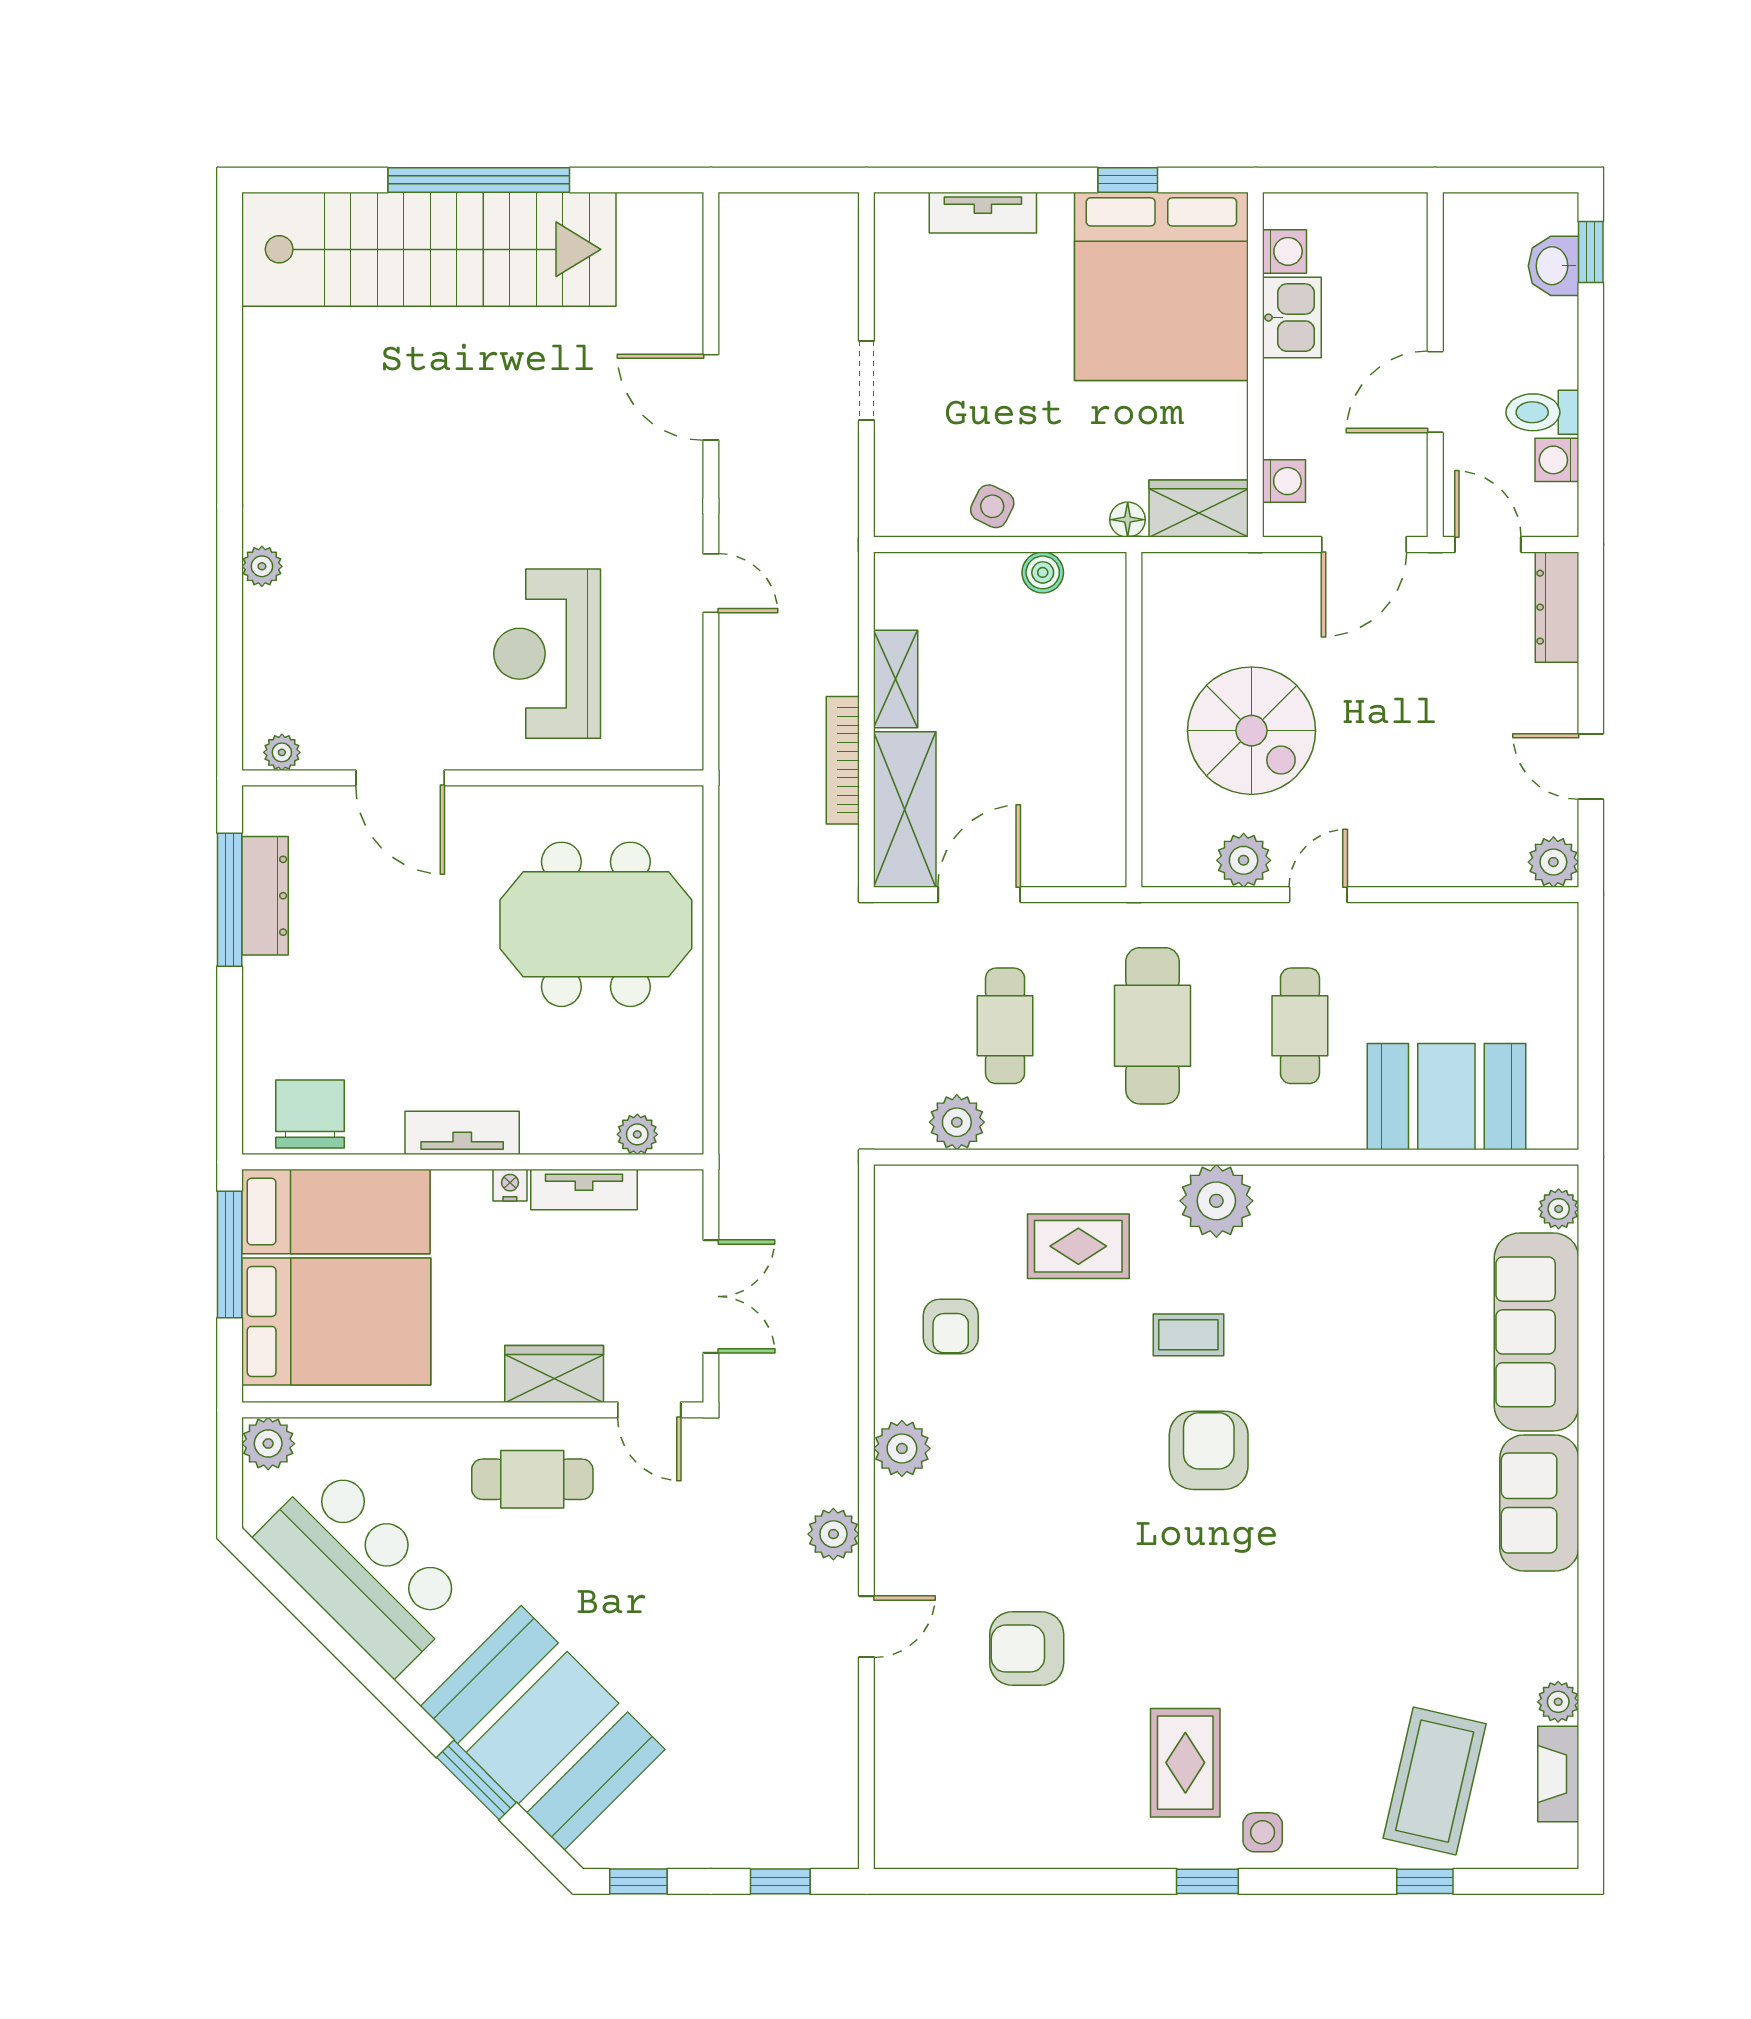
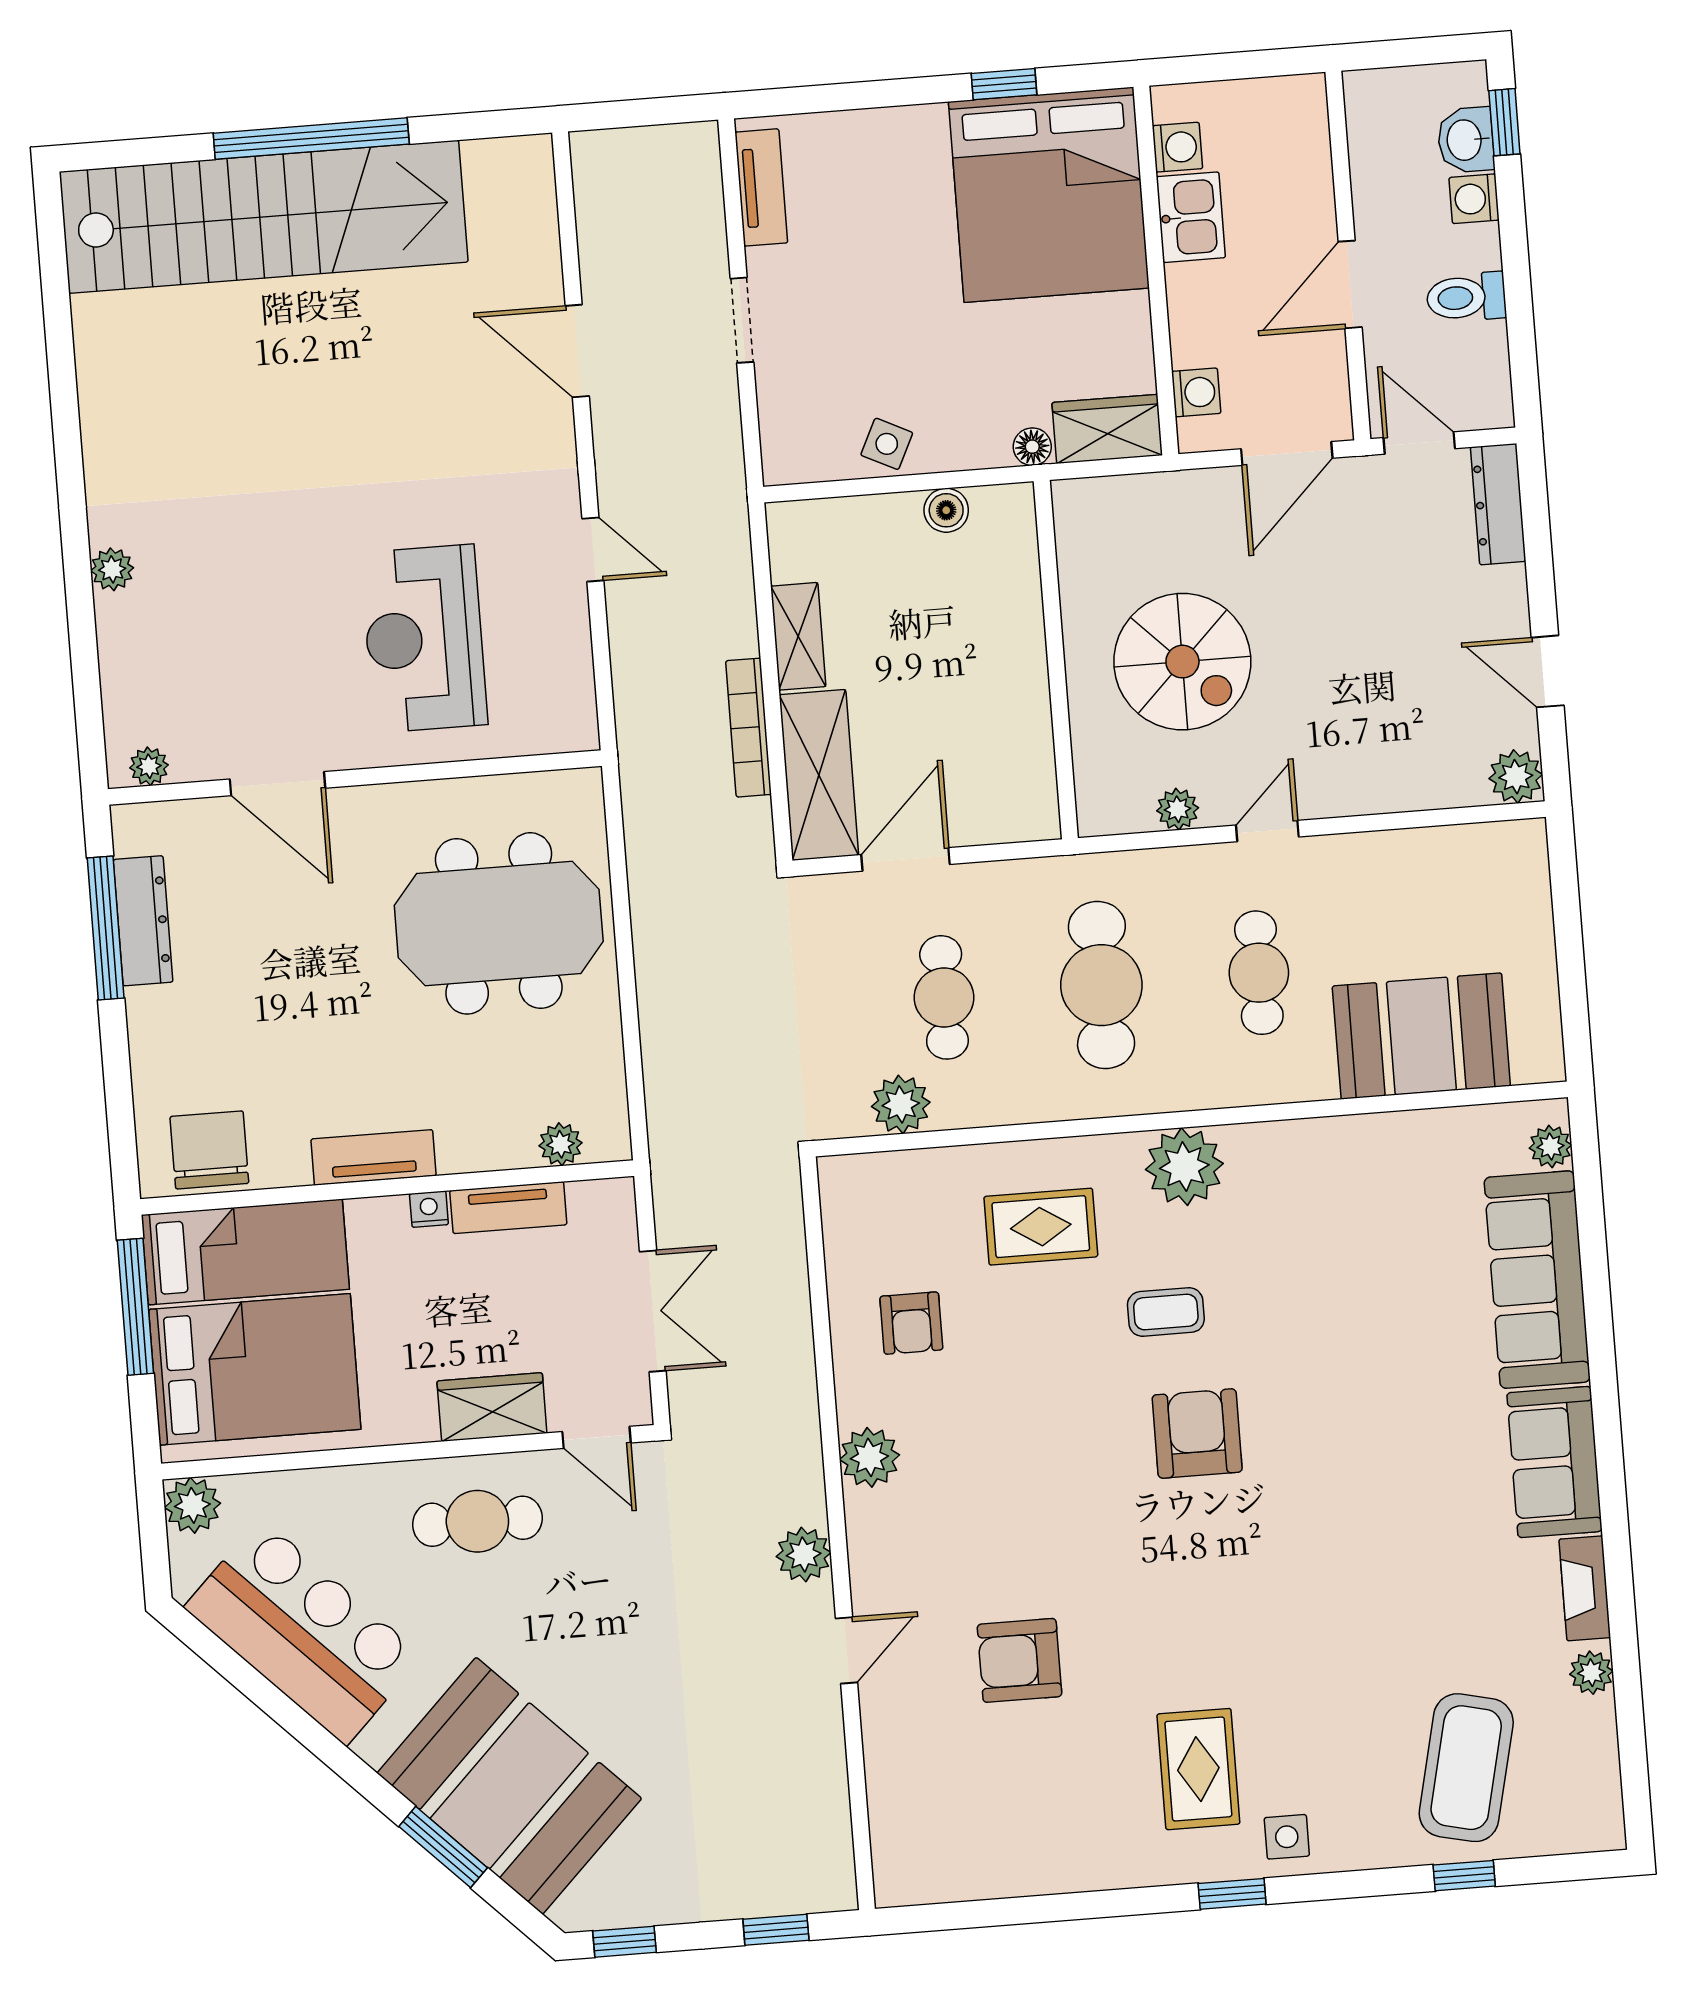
tv unit: (983, 213) -> (761, 187), moved, turned -90
washing machine: (1557, 460) -> (1474, 199), moved
plant: (1244, 860) -> (1178, 809), width x0.73, depth x0.73
fireplace: (1558, 1774) -> (1585, 1588), moved

